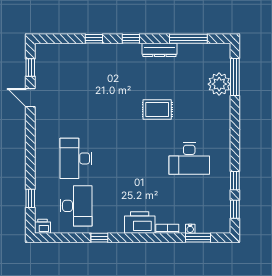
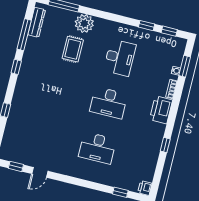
window: (131, 39) -> (16, 67), moved
dresser: (159, 50) -> (37, 22), moved
plant: (219, 84) -> (84, 23), moved
rug: (157, 110) -> (73, 49), moved
desk: (76, 206) -> (109, 103), moved, turned 180

